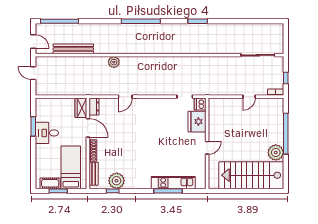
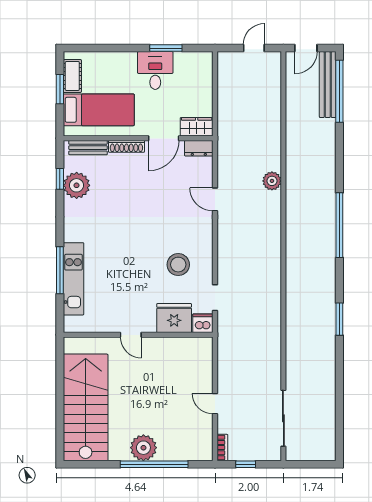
bench: (73, 49) -> (328, 85), moved
stool: (165, 119) -> (178, 265), added
plant: (276, 152) -> (143, 448), moved

